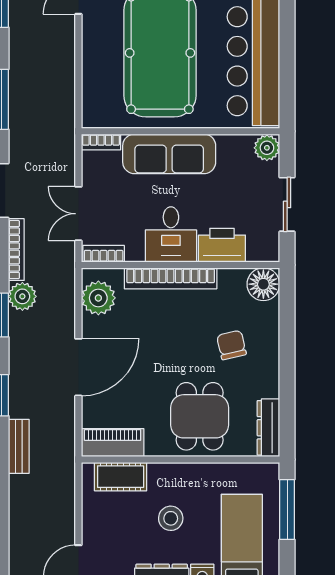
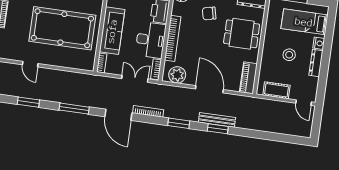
double door: (78, 214) -> (135, 79), swing flipped
desk: (171, 234) -> (151, 40), width x1.37
plant: (22, 296) -> (171, 112), removed
bench: (19, 446) -> (217, 120), moved, width x1.36
cot: (121, 477) -> (276, 90), moved, turned 90

